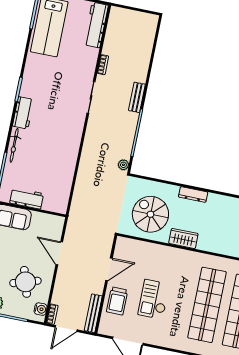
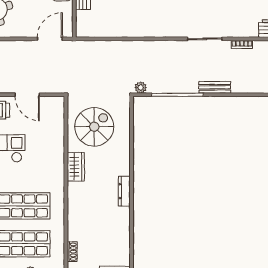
dresser: (193, 194) -> (124, 191), moved
door: (59, 253) -> (50, 39), moved

